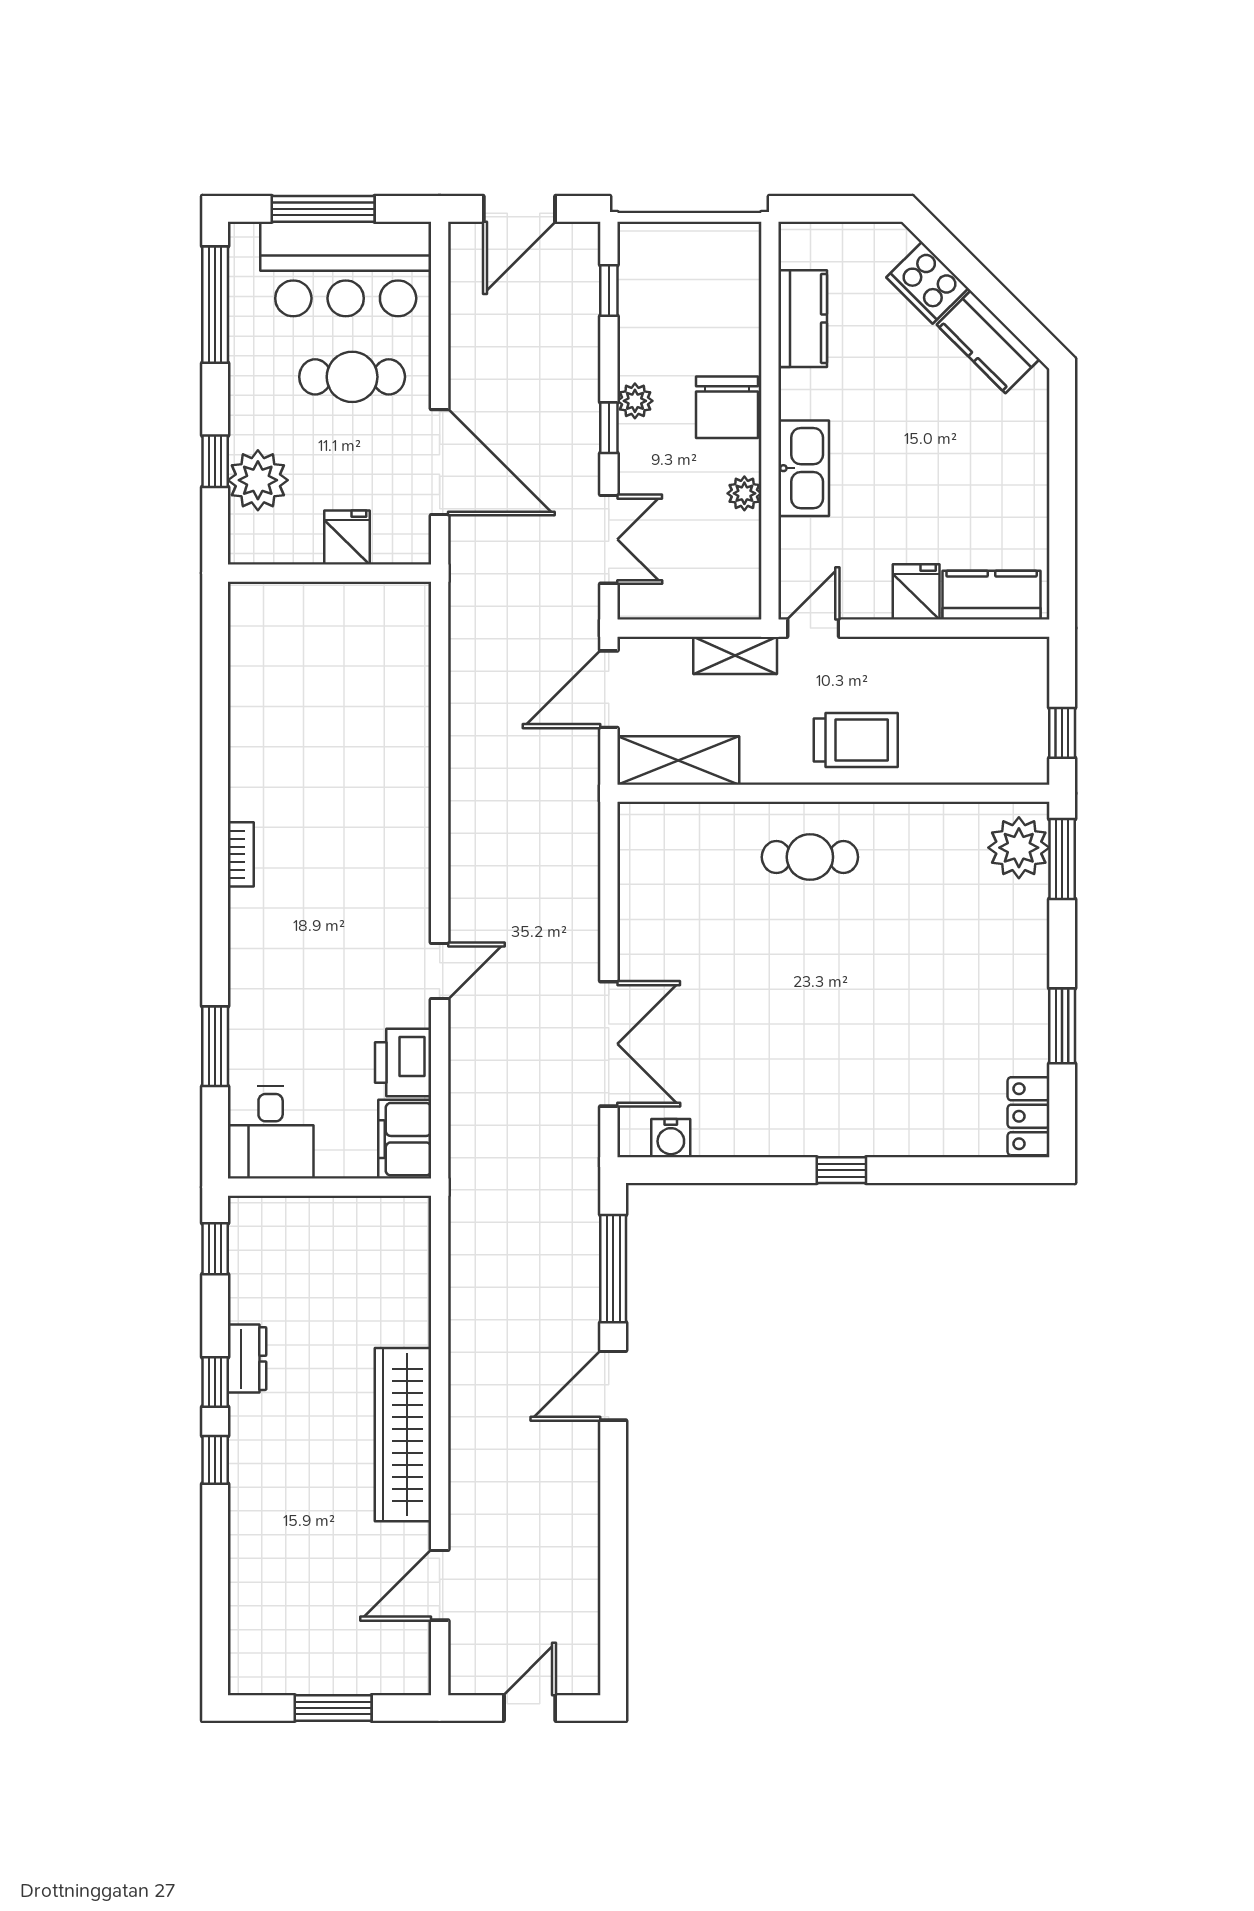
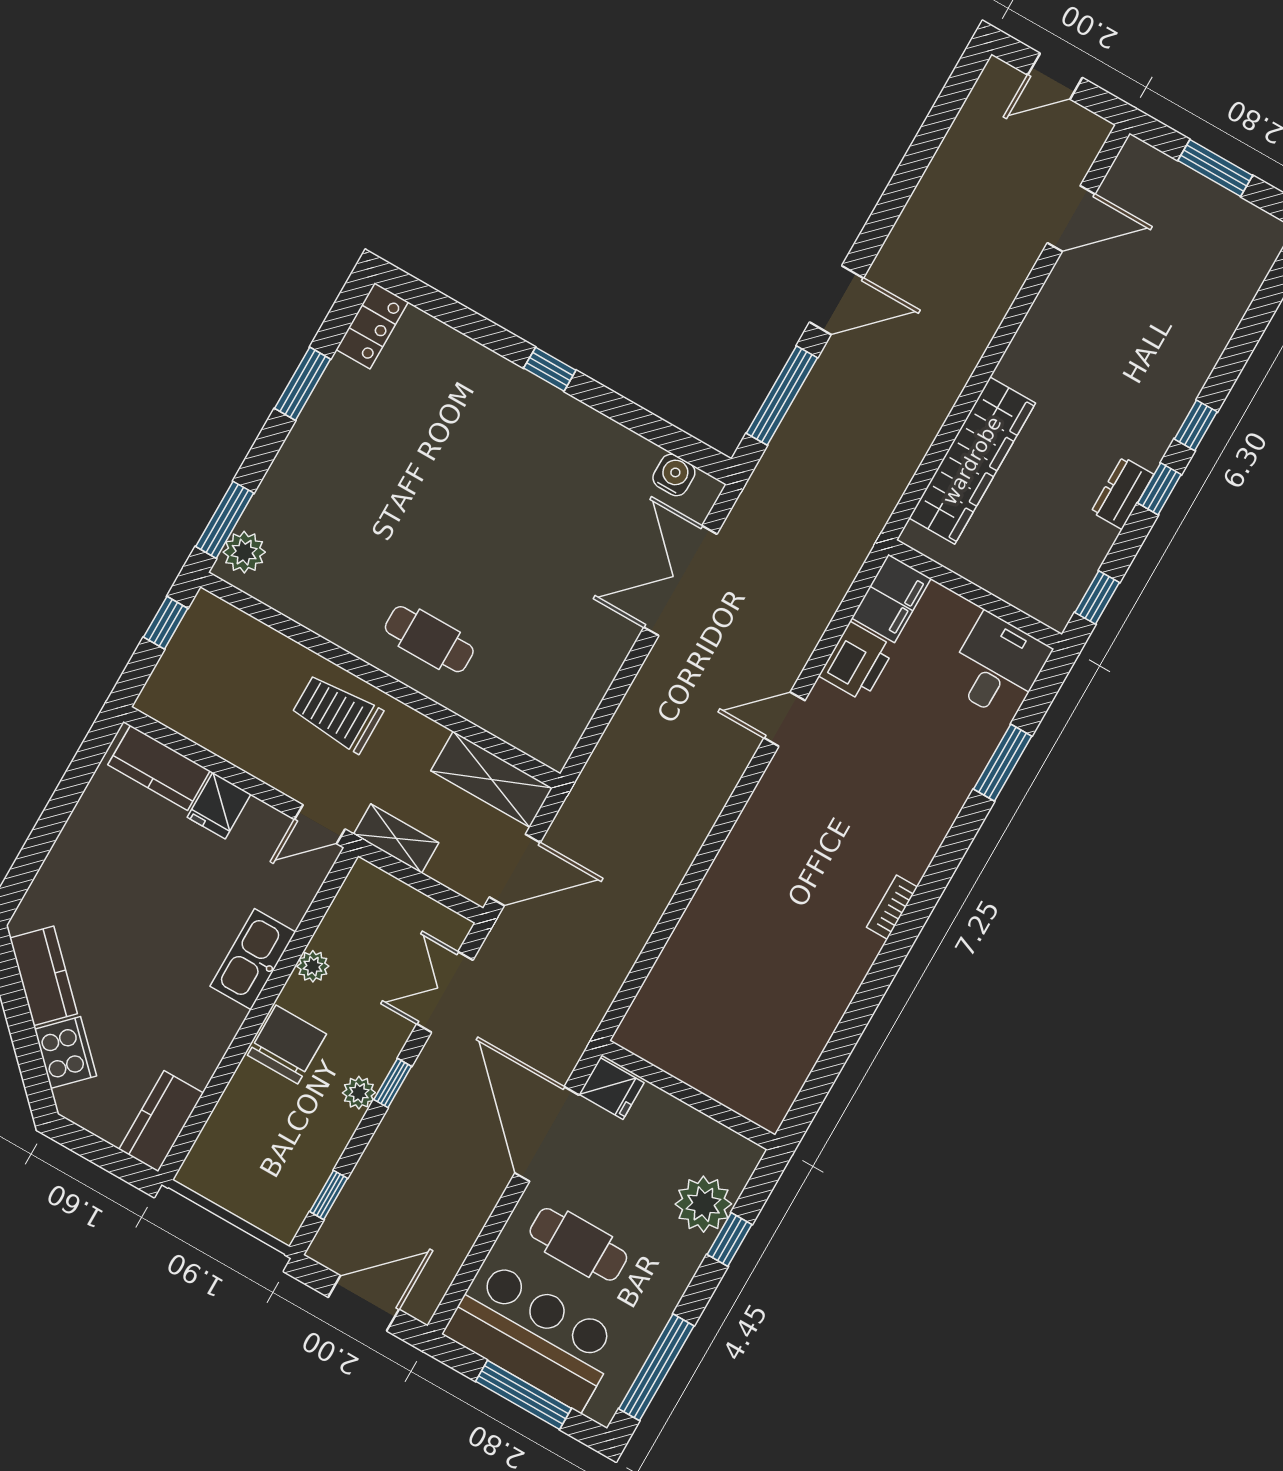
kitchen counter: (803, 319) -> (161, 1121), moved
fridge: (347, 537) -> (611, 1088), moved, turned -90
plant: (1019, 848) -> (244, 552), width x0.73, depth x0.73
wardrobe: (403, 1435) -> (972, 461), moved

